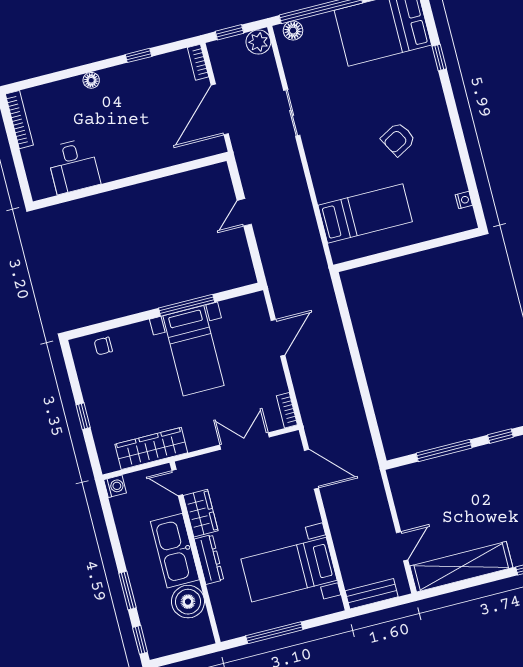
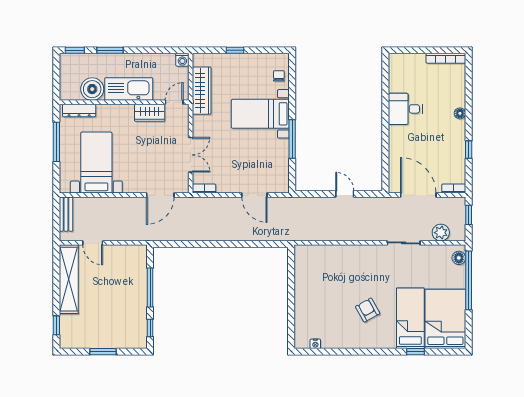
plant: (258, 42) -> (441, 233), moved
desk: (73, 166) -> (405, 109), moved
bed: (365, 213) -> (410, 318), moved, turned 180
bed with nightstands: (194, 351) -> (260, 114), moved
dresser: (209, 559) -> (79, 111), moved

